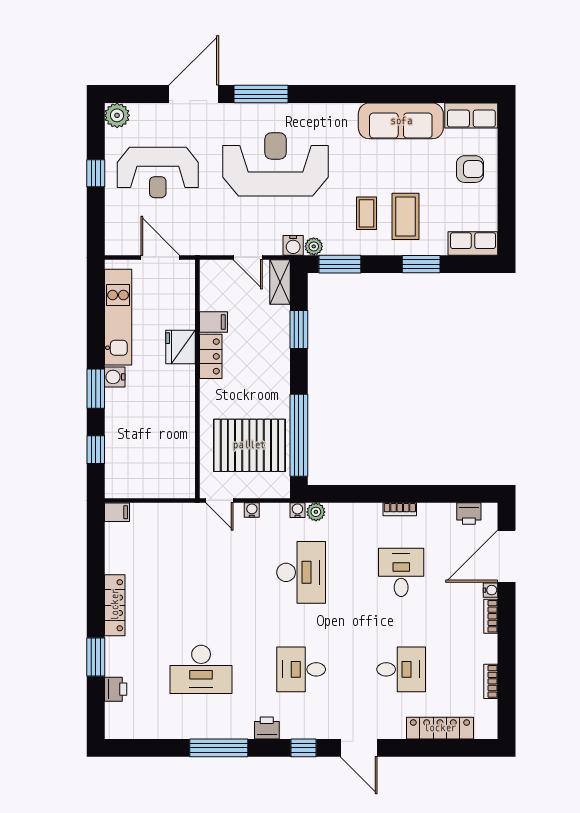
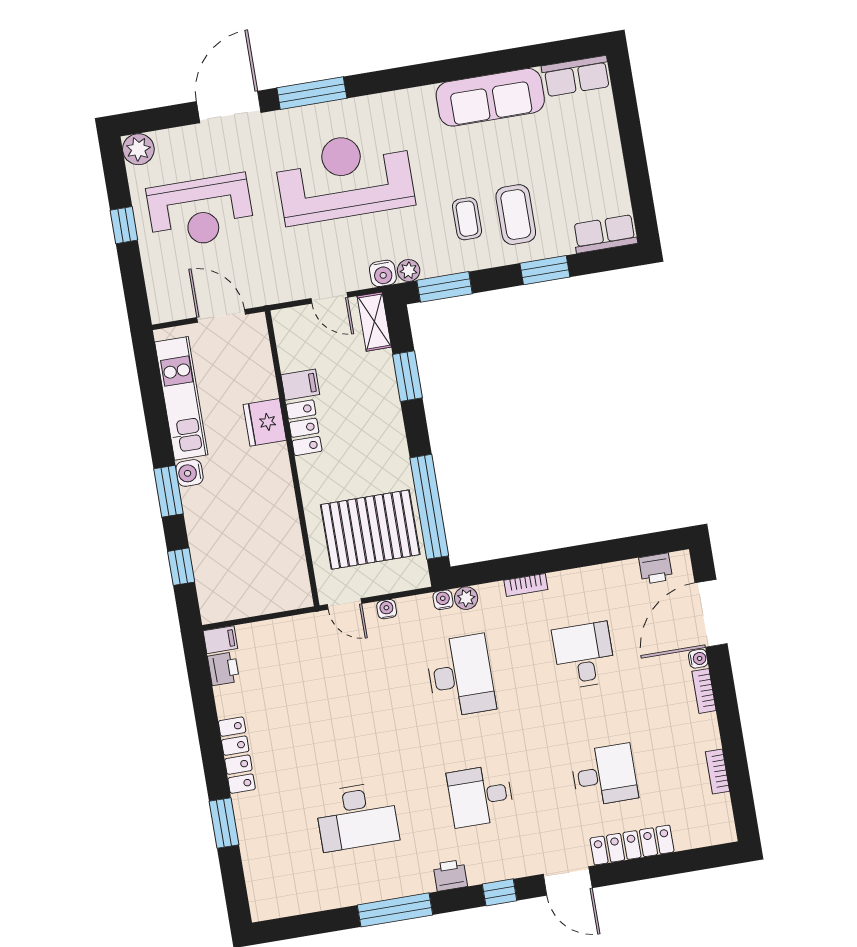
armchair: (470, 169) -> (586, 143), removed
bookcase: (400, 509) -> (526, 585), moved
printer: (116, 689) -> (223, 669), moved
locker: (440, 728) -> (632, 845), moved

